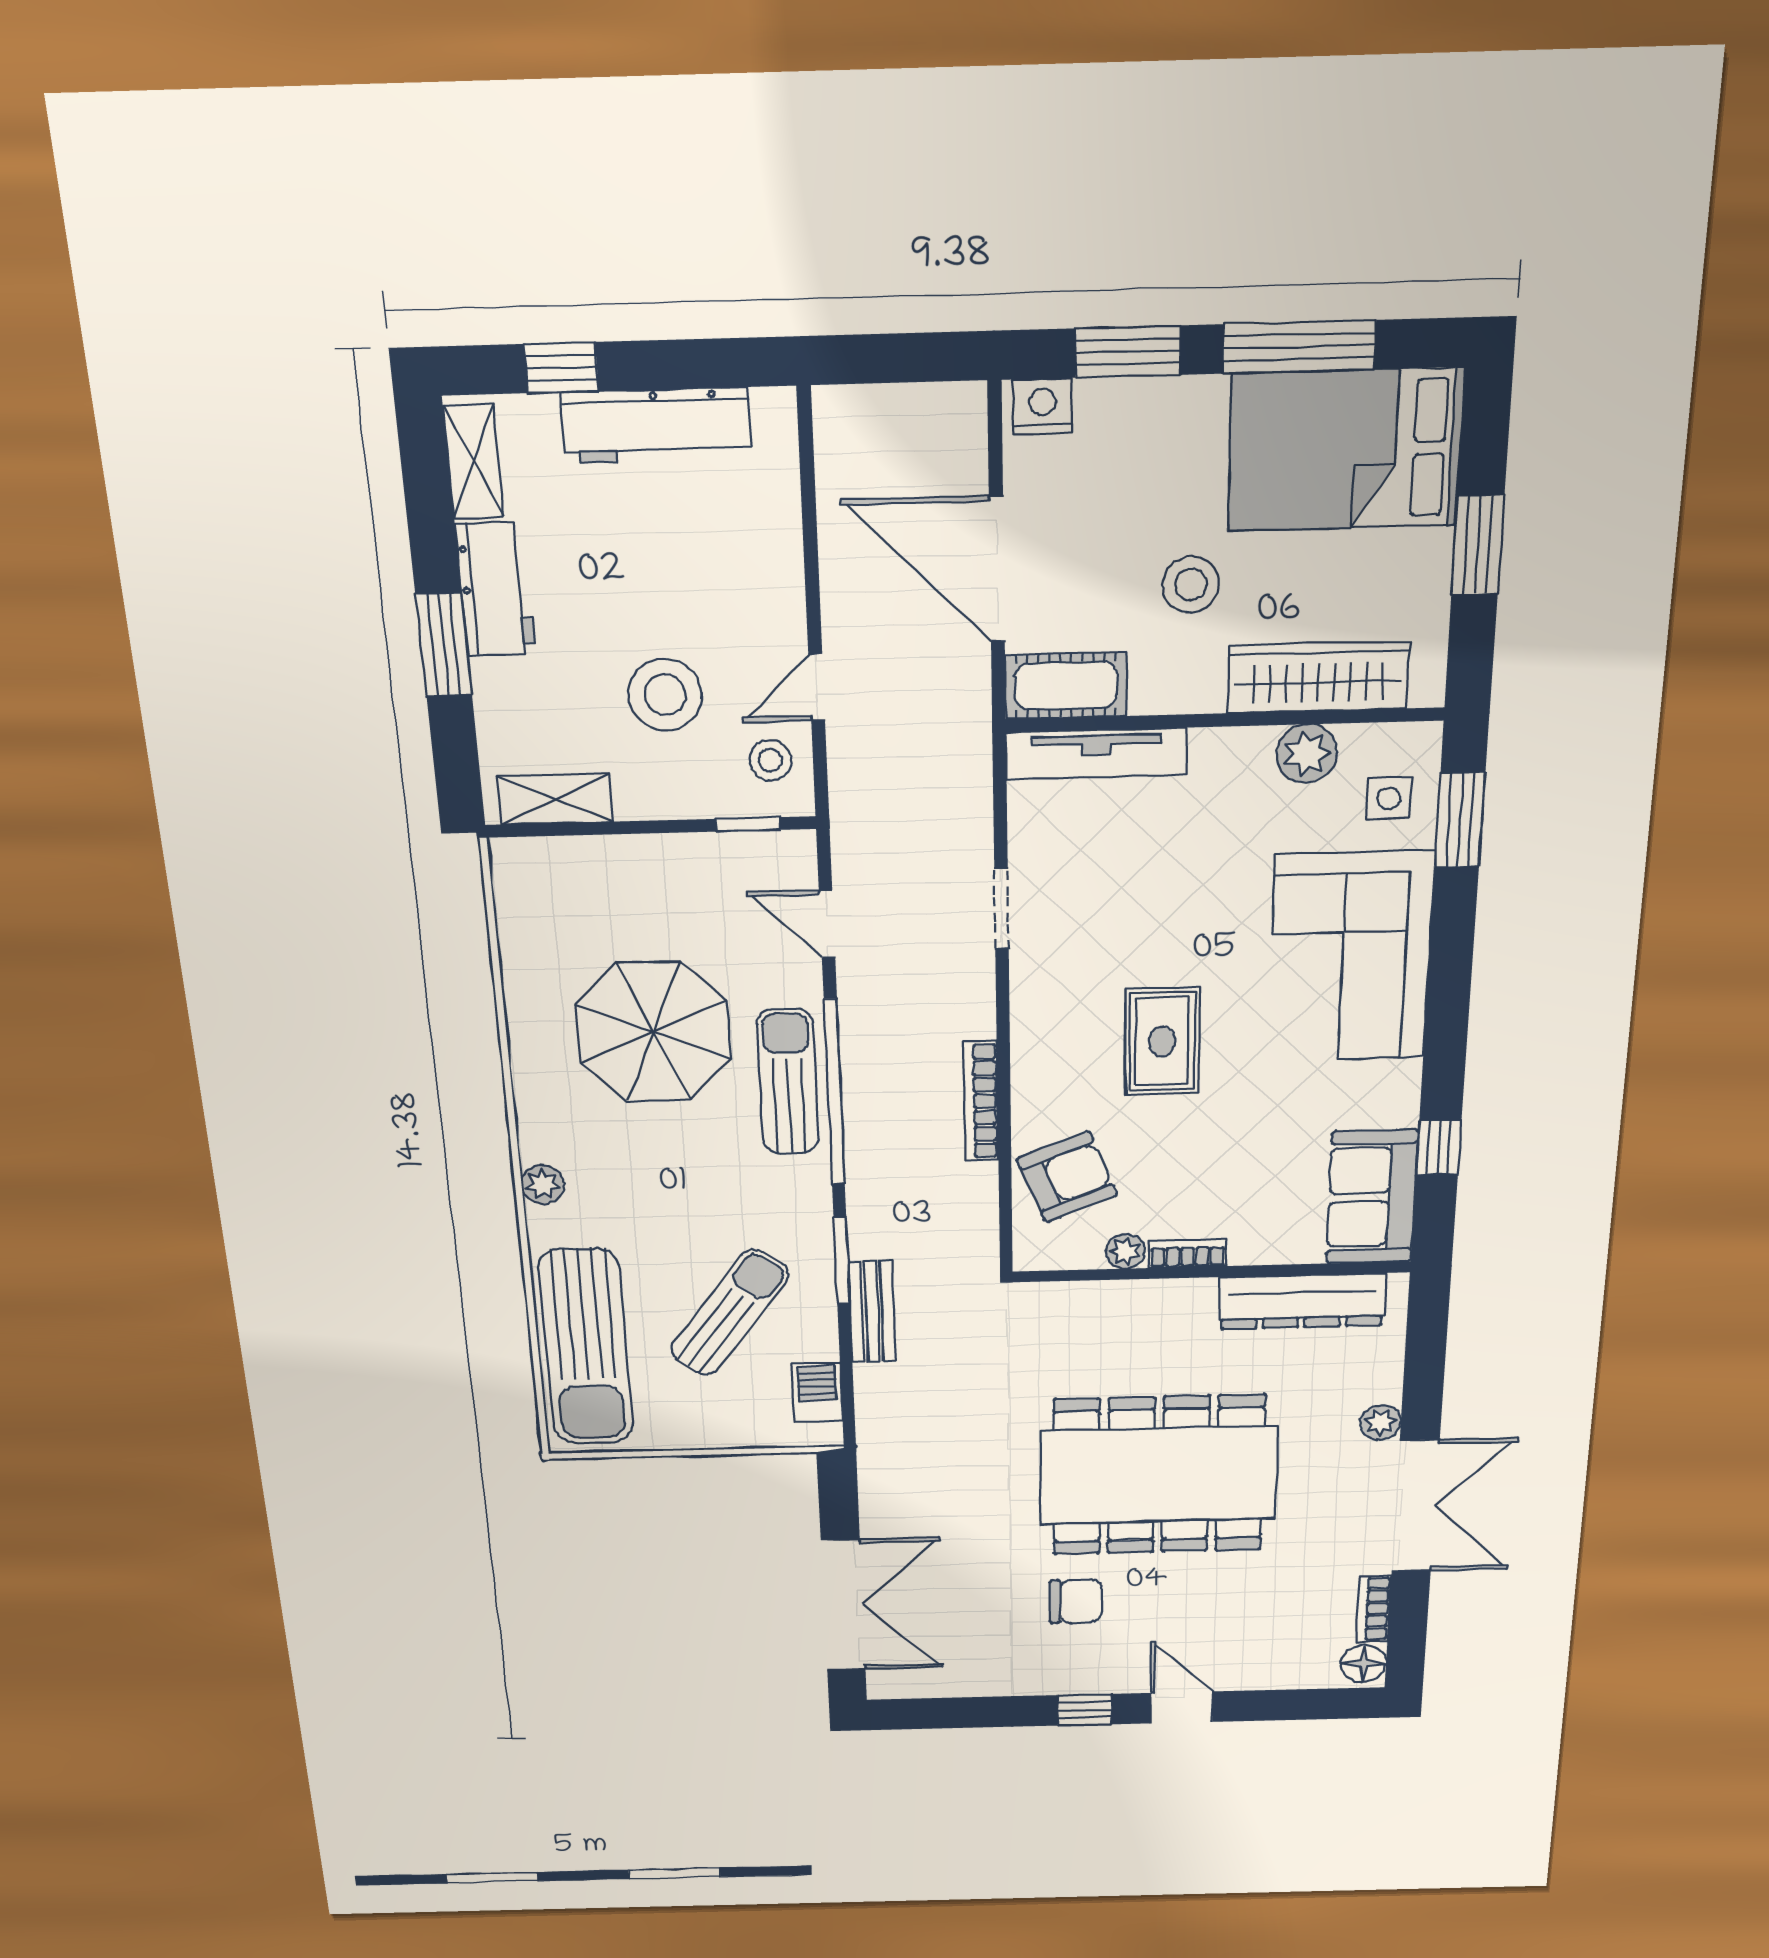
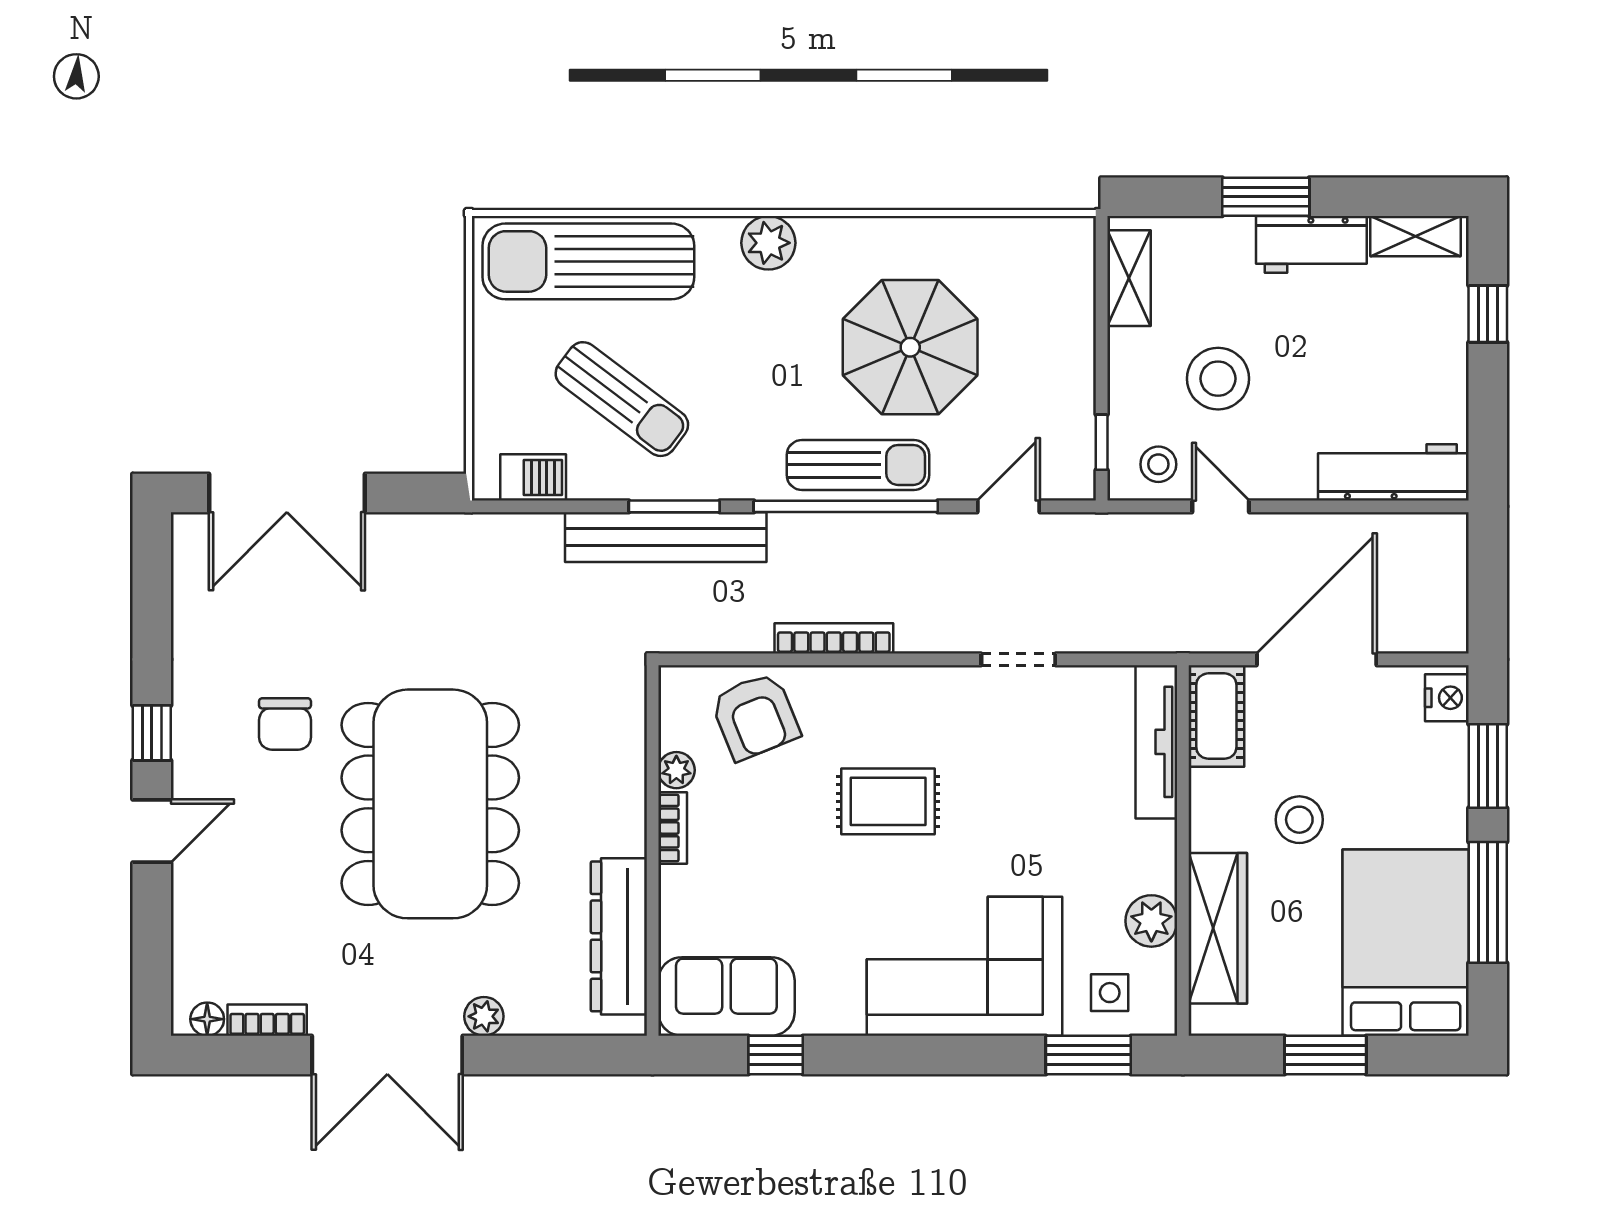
workbench: (656, 426) -> (1393, 472), moved, turned 90
plant: (543, 1185) -> (768, 243), width x1.38, depth x1.38
bench: (872, 1312) -> (666, 537), width x1.86, depth x1.21
floor lamp: (1363, 1663) -> (207, 1019), width x0.73, depth x0.73

